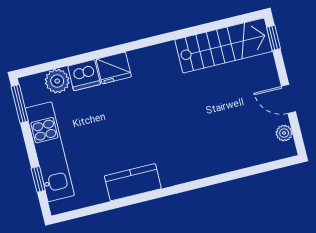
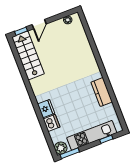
plant: (57, 81) -> (61, 148), moved
door: (288, 99) -> (39, 24), moved

